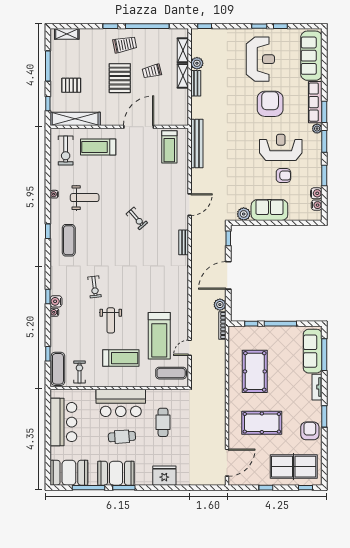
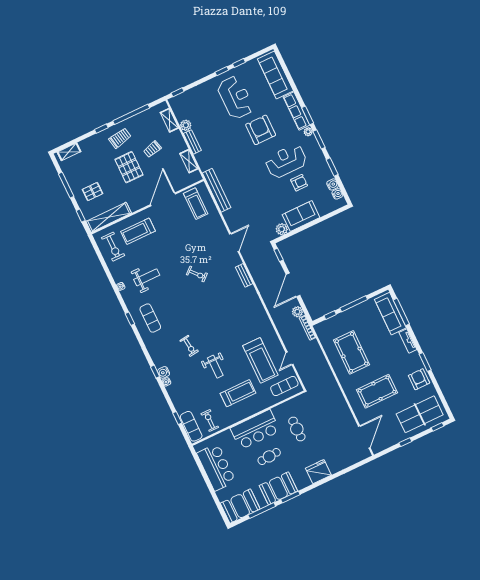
shelving: (183, 76) -> (189, 161), moved

